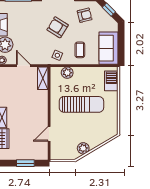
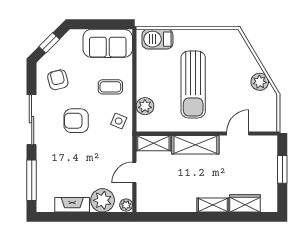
armchair: (58, 27) -> (76, 121), turned 58
sun lounger: (81, 104) -> (193, 85), turned 180
shelving: (42, 106) -> (195, 145), added
door: (49, 134) -> (238, 133), swing flipped

